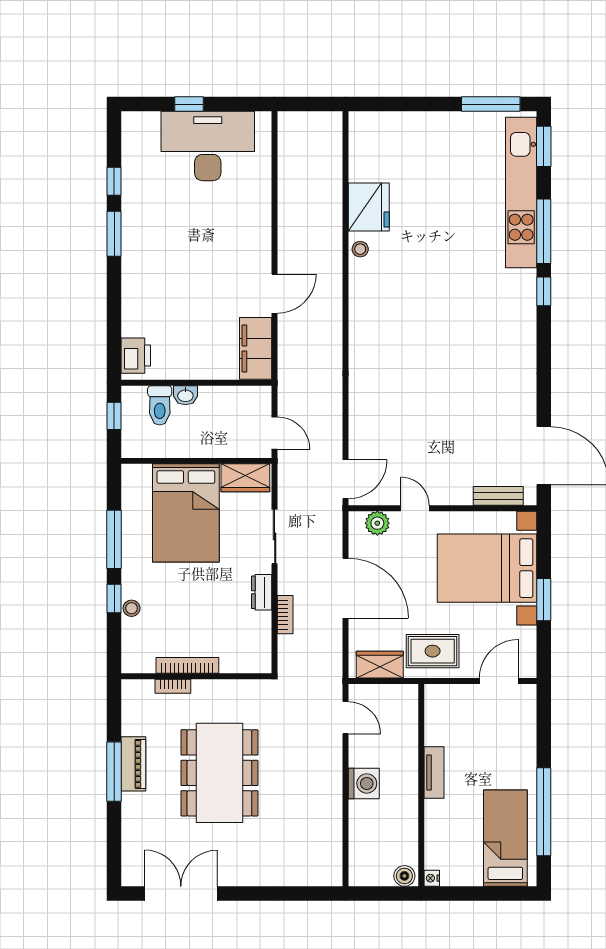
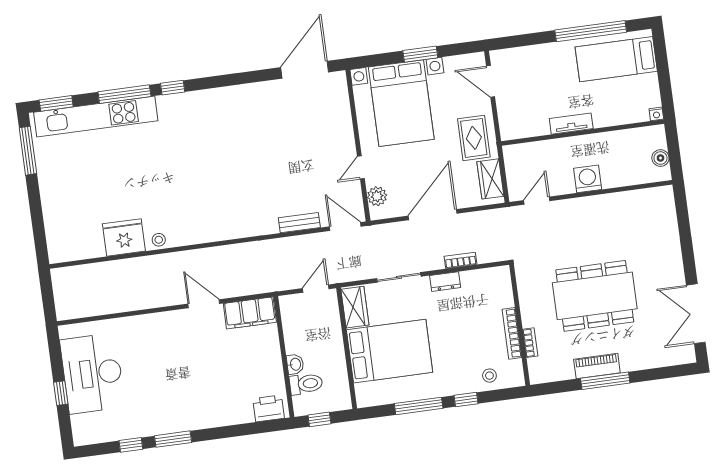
bench: (498, 496) -> (299, 223), moved, turned 90
stool: (132, 608) -> (489, 376), moved
boiler: (404, 876) -> (660, 158), moved

